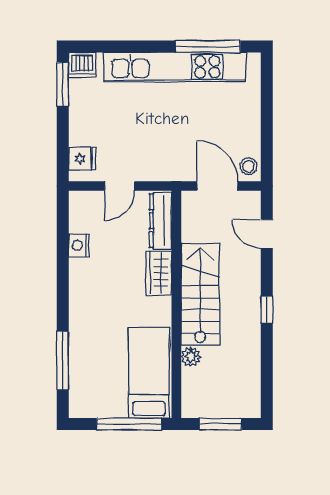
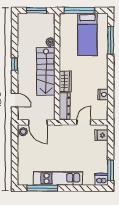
kitchen unit: (175, 67) -> (58, 178), width x0.73
bed: (149, 373) -> (87, 34), moved

